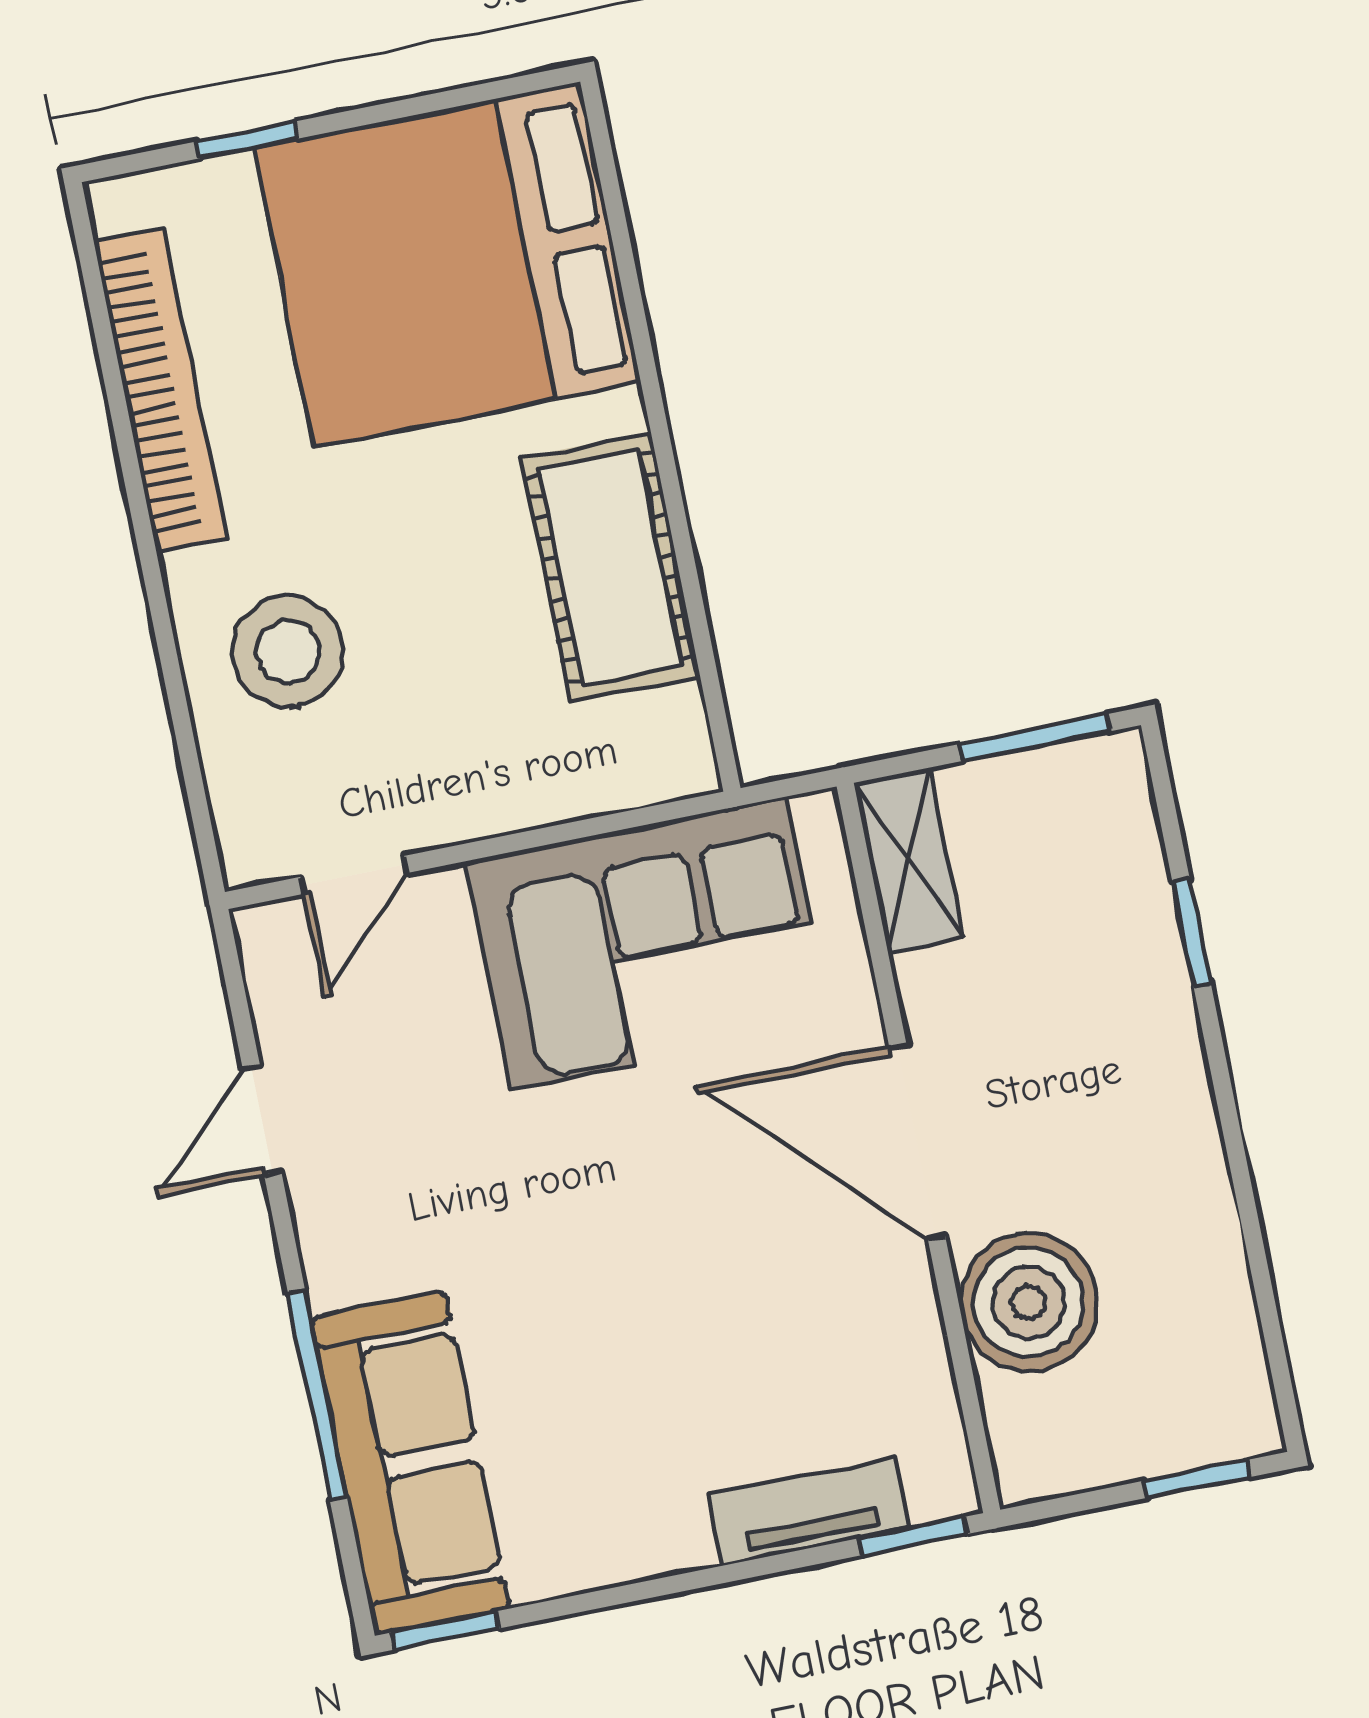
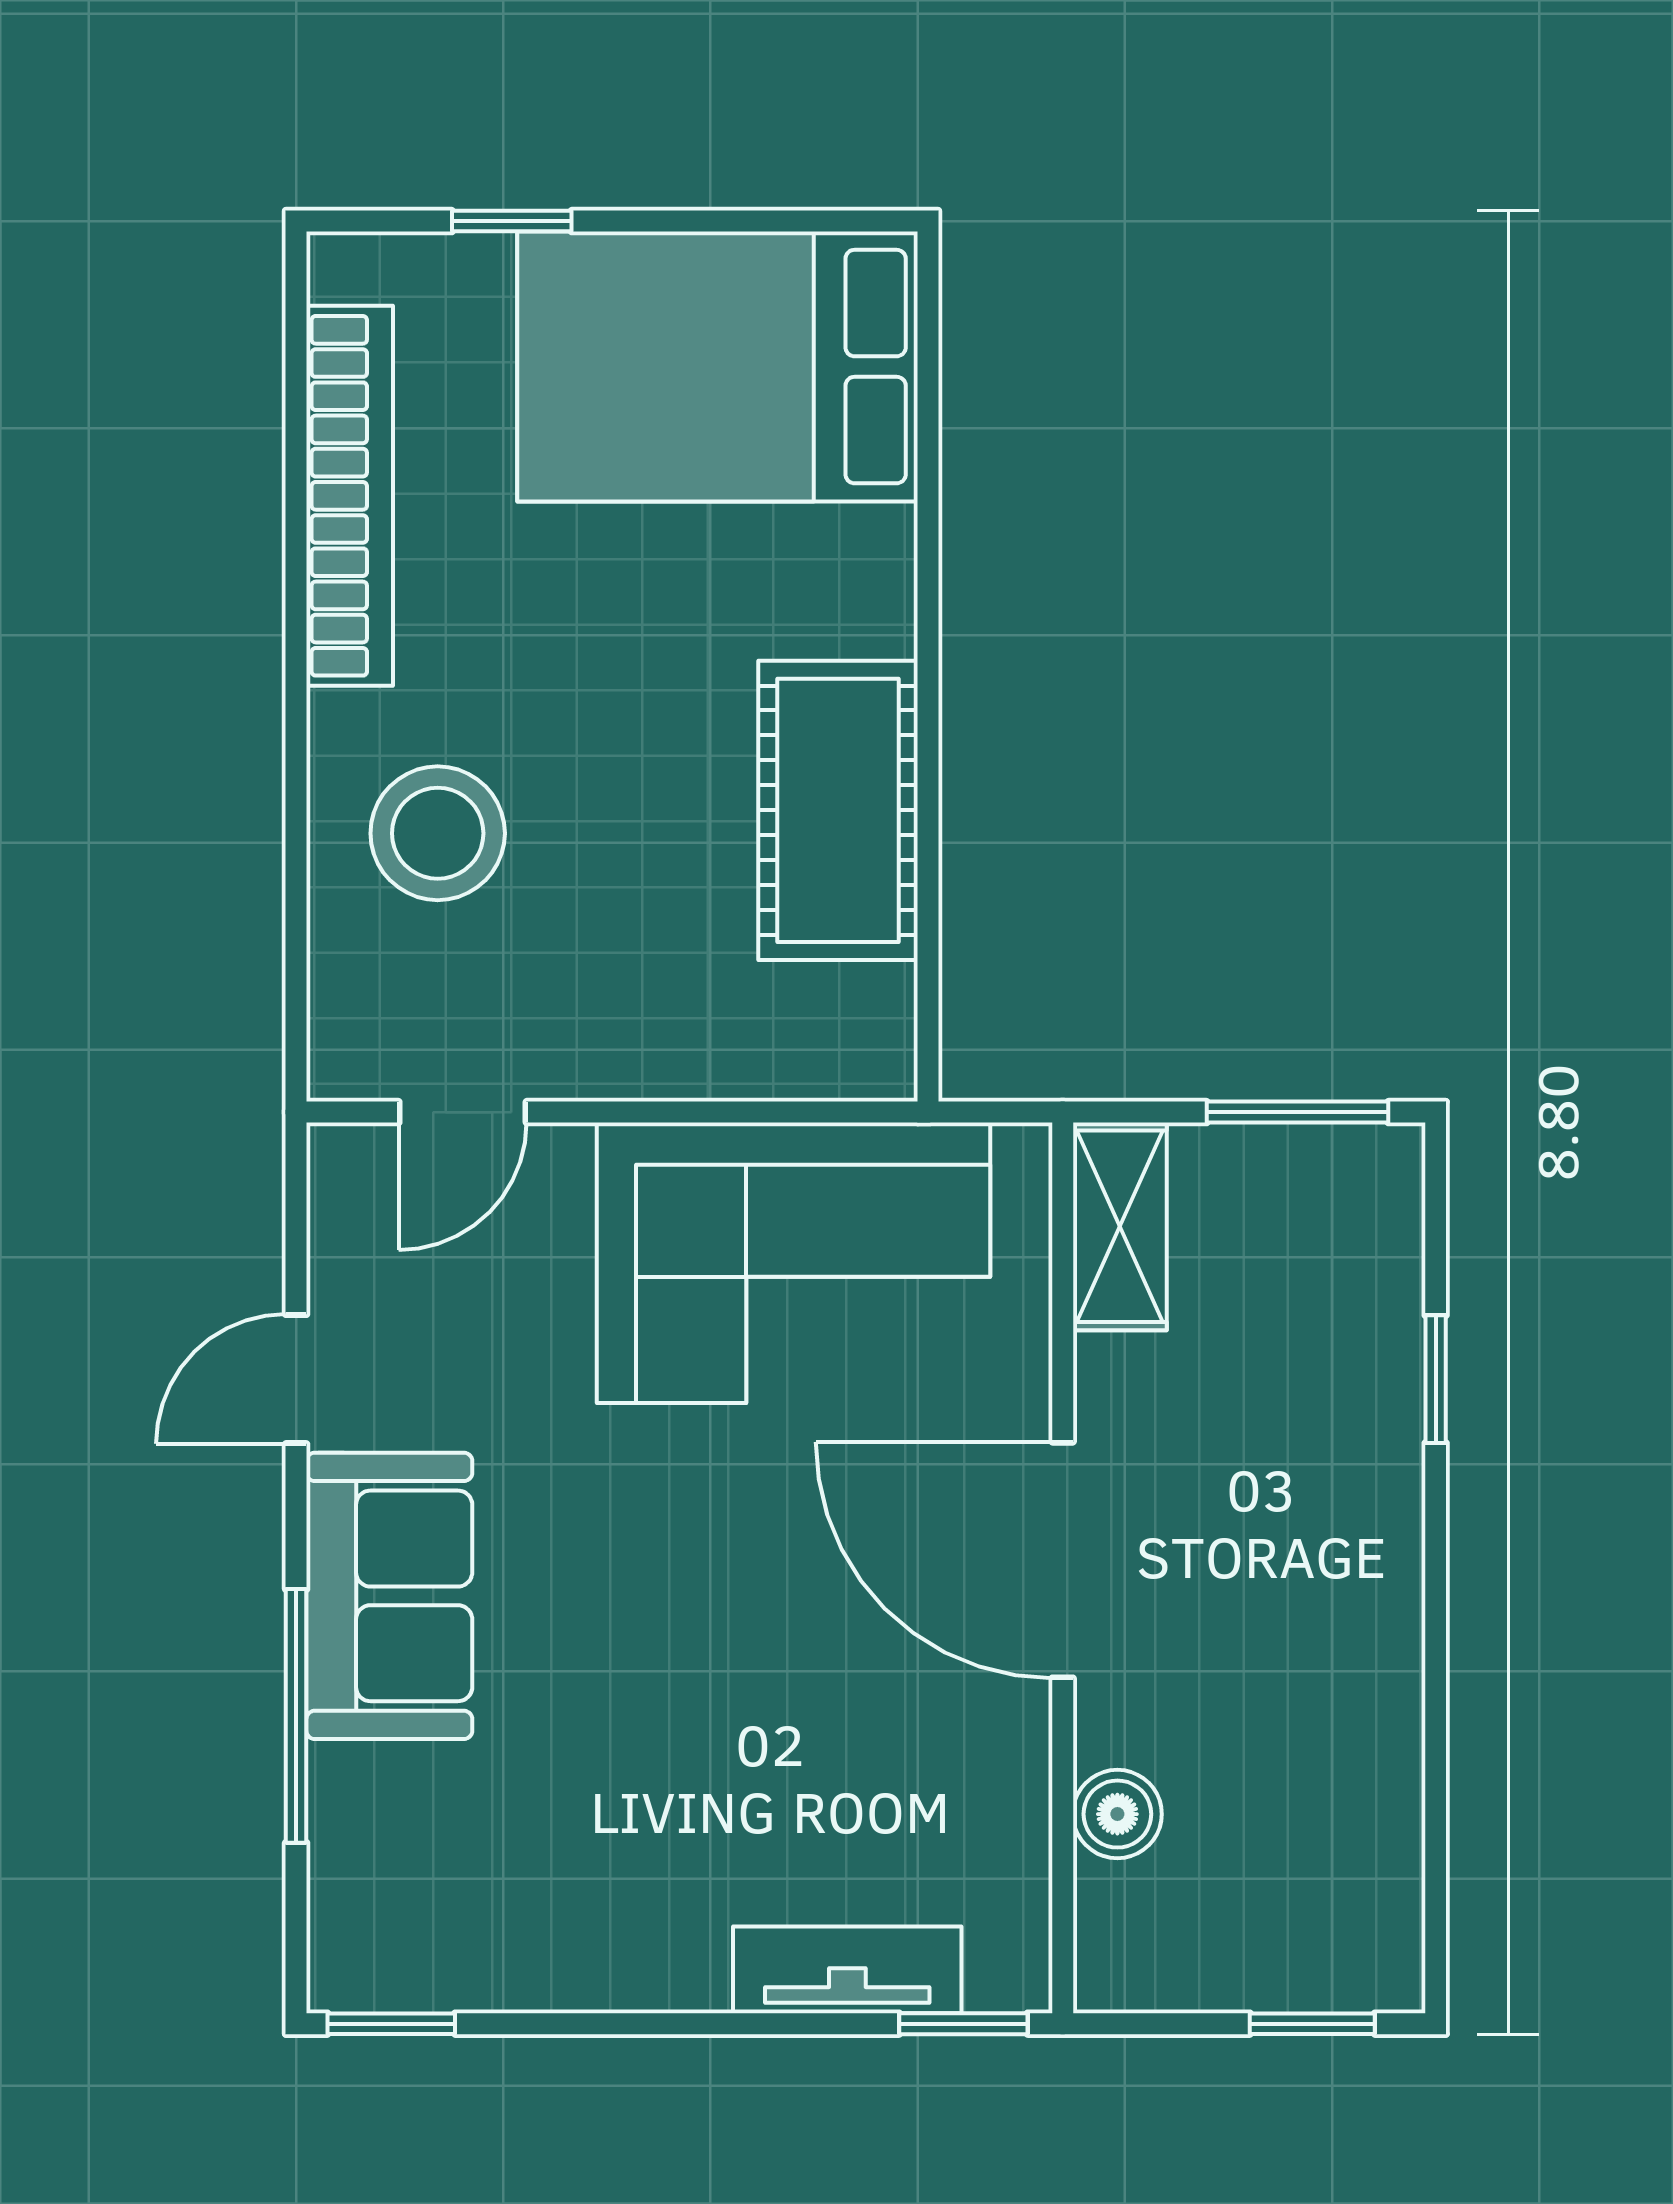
bed: (447, 265) -> (717, 367), width x0.73
boiler: (1028, 1302) -> (1117, 1814), width x0.54, depth x0.54
sofa: (410, 1463) -> (389, 1596), moved, width x0.73

